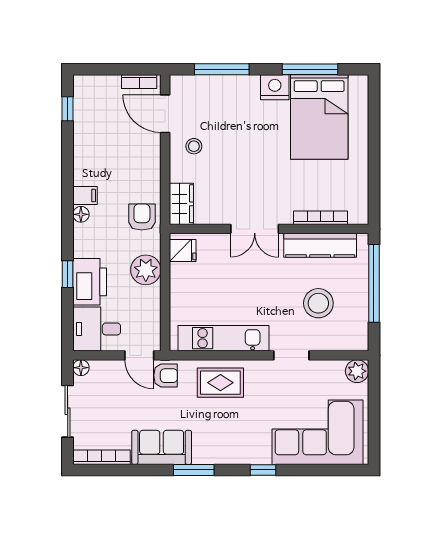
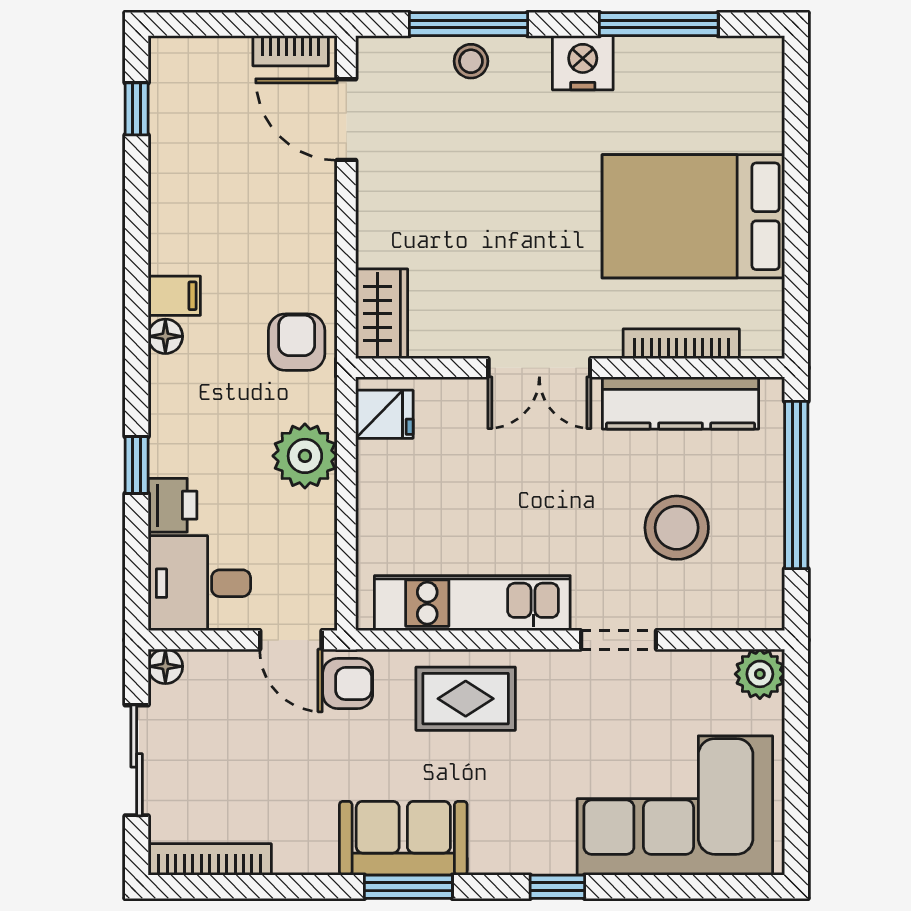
bed: (319, 117) -> (693, 216), moved, turned 90
stool: (194, 146) -> (471, 61), moved
printer: (90, 282) -> (172, 505), width x0.53, depth x0.68
sofa: (162, 447) -> (403, 838), moved

